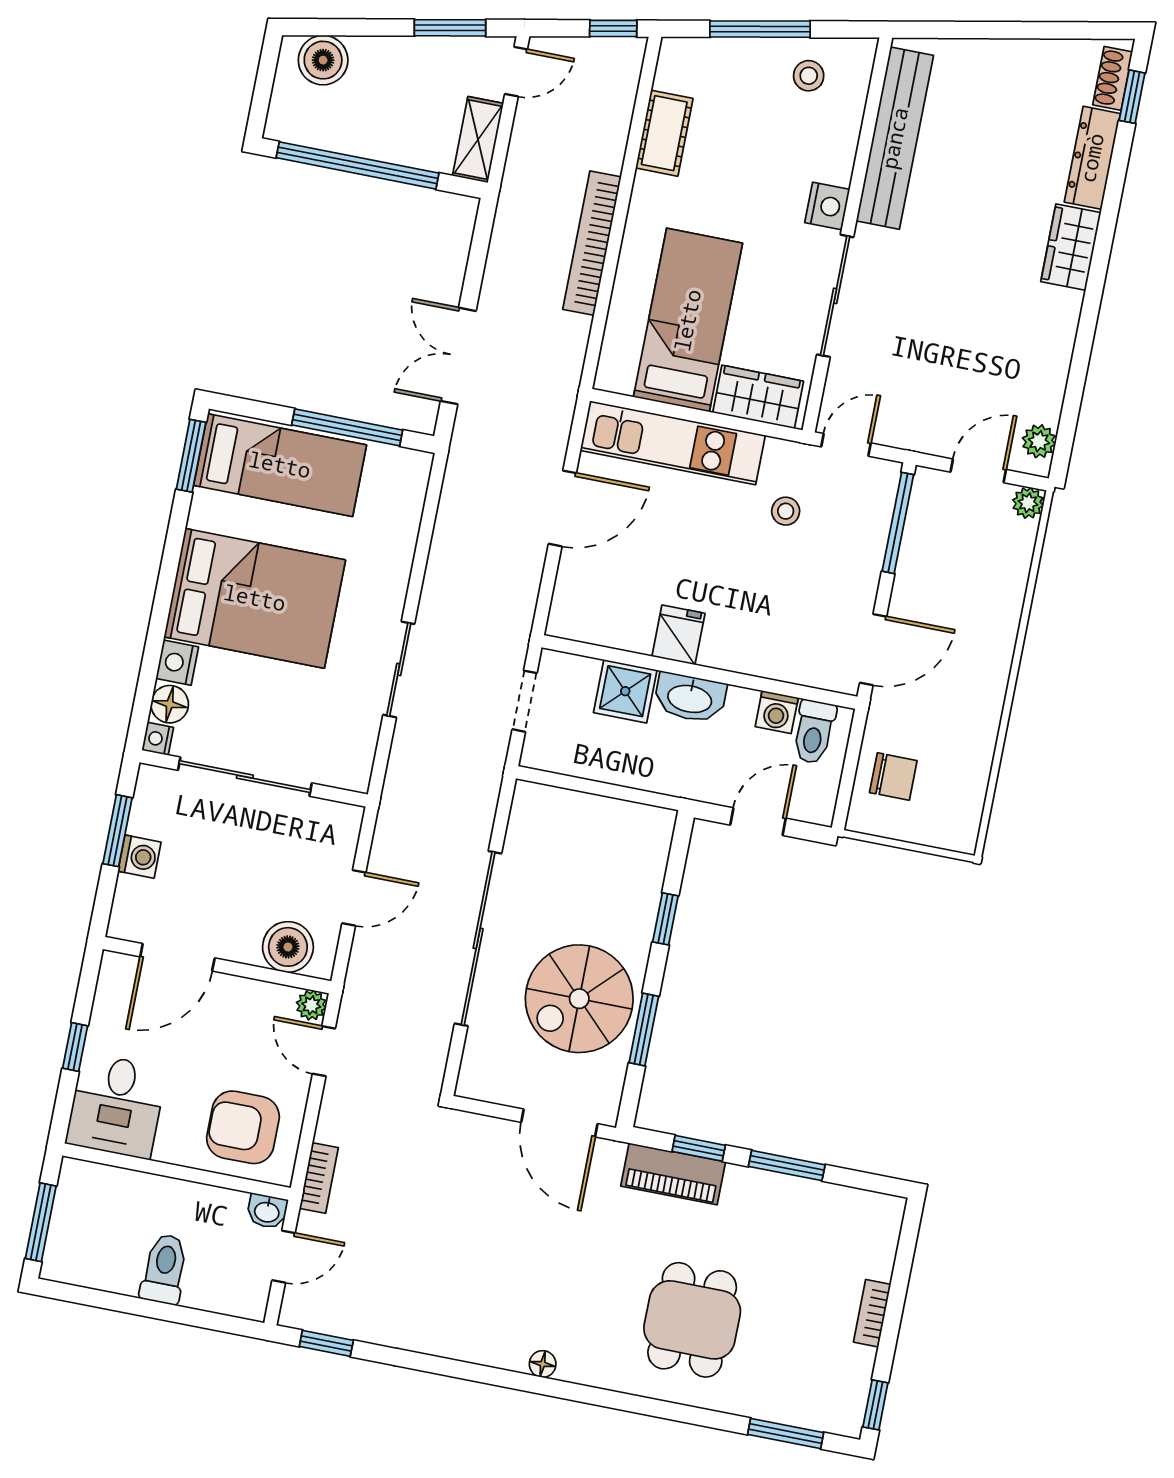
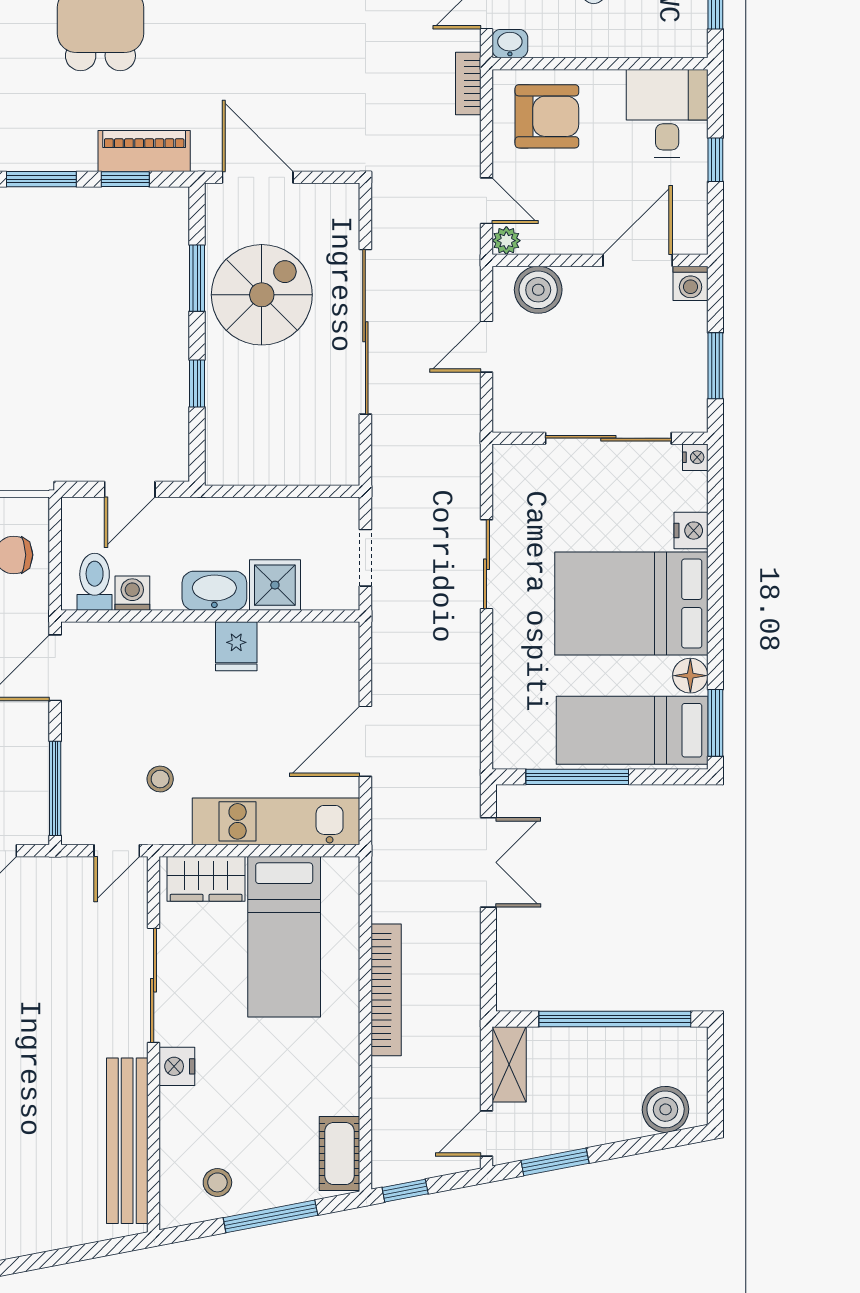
cot: (664, 133) -> (340, 1154), moved
floor lamp: (170, 704) -> (690, 676), moved
washing machine: (140, 857) -> (691, 283), moved, turned -90

